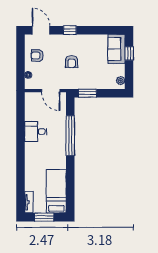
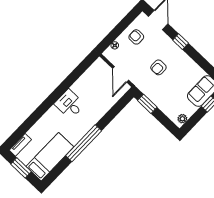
desk: (36, 132) -> (69, 104), moved
window: (70, 136) -> (84, 143), moved

